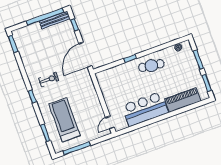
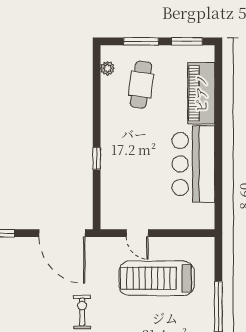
cafe table: (151, 66) -> (141, 85), moved
treadmill: (64, 120) -> (157, 278), moved
door: (110, 122) -> (137, 233), moved

